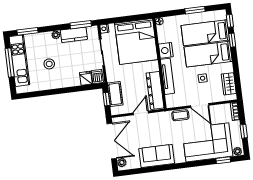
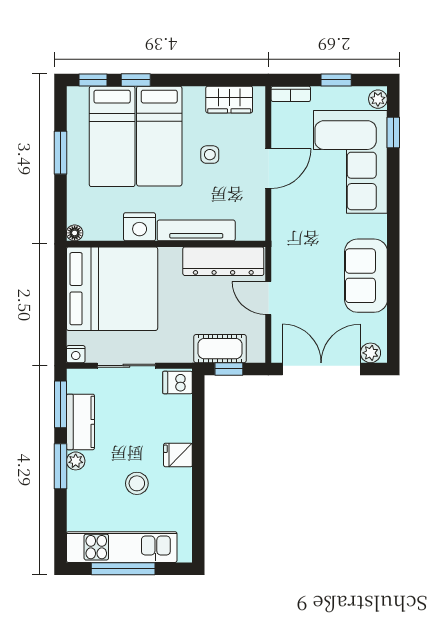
window: (28, 31) -> (60, 466), moved
fridge: (86, 78) -> (178, 455), moved
coffee table: (180, 115) -> (284, 213), removed

